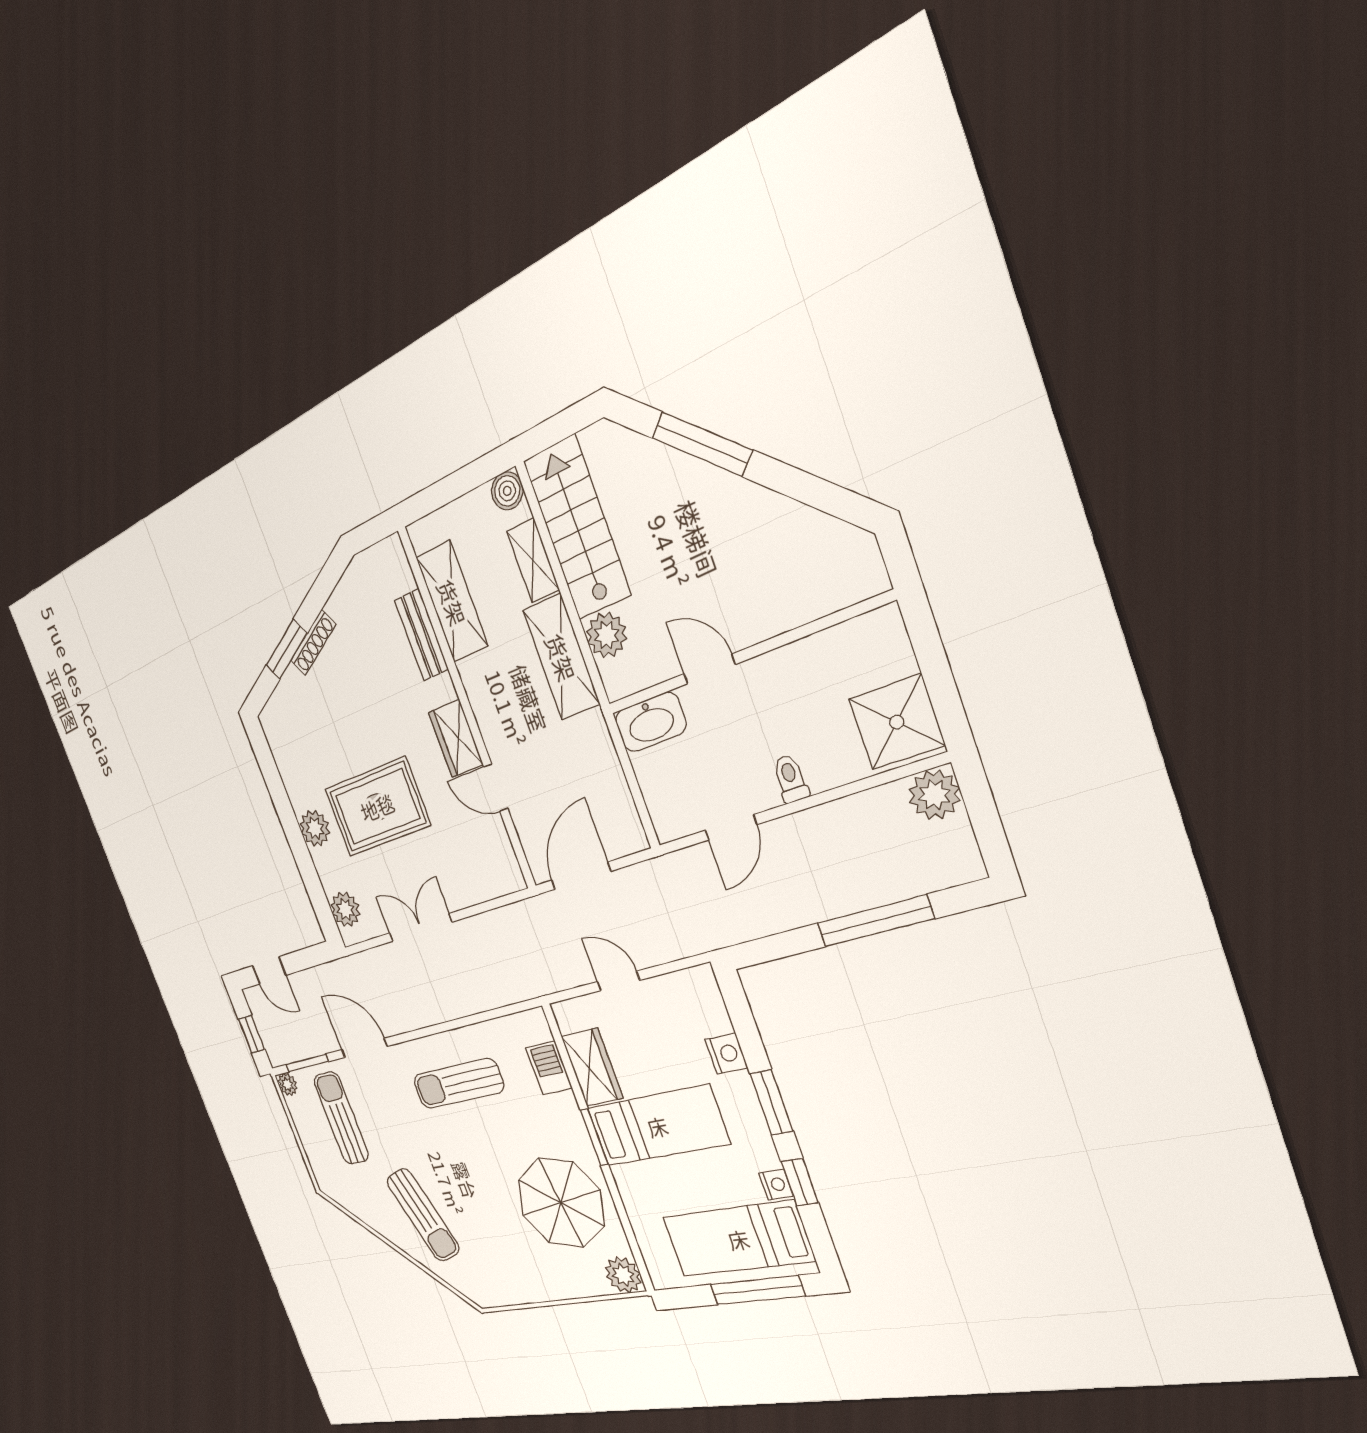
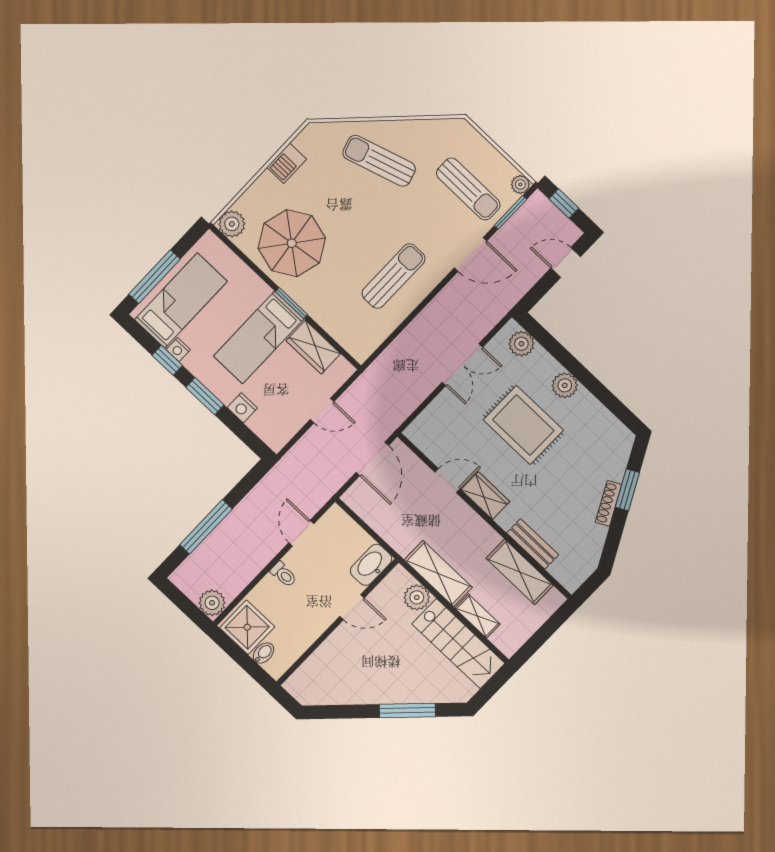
boiler: (507, 491) -> (509, 645), removed
bidet: (893, 663) -> (263, 653), added
rug: (377, 807) -> (523, 425), turned 90
barbecue: (549, 1068) -> (287, 163), moved, turned 90

